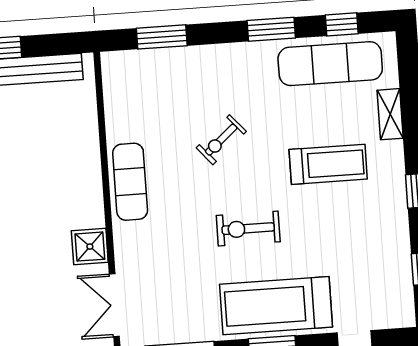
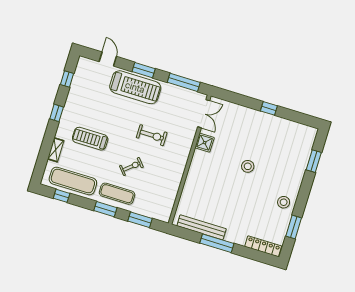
window: (271, 29) -> (105, 209), moved
exercise mat: (130, 182) -> (117, 194), moved, turned 90
exercise bike: (248, 229) -> (152, 135), moved

